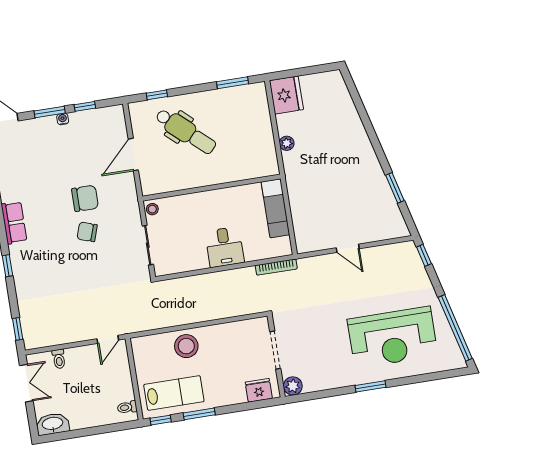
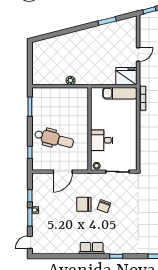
fridge: (286, 95) -> (126, 76), moved
dental chair: (186, 131) -> (54, 139), turned 63
door: (133, 155) -> (63, 172), hinge flipped
chair: (85, 198) -> (84, 204), turned -90
exam couch: (275, 208) -> (120, 93), moved
desk: (225, 247) -> (102, 140), moved, turned 180

